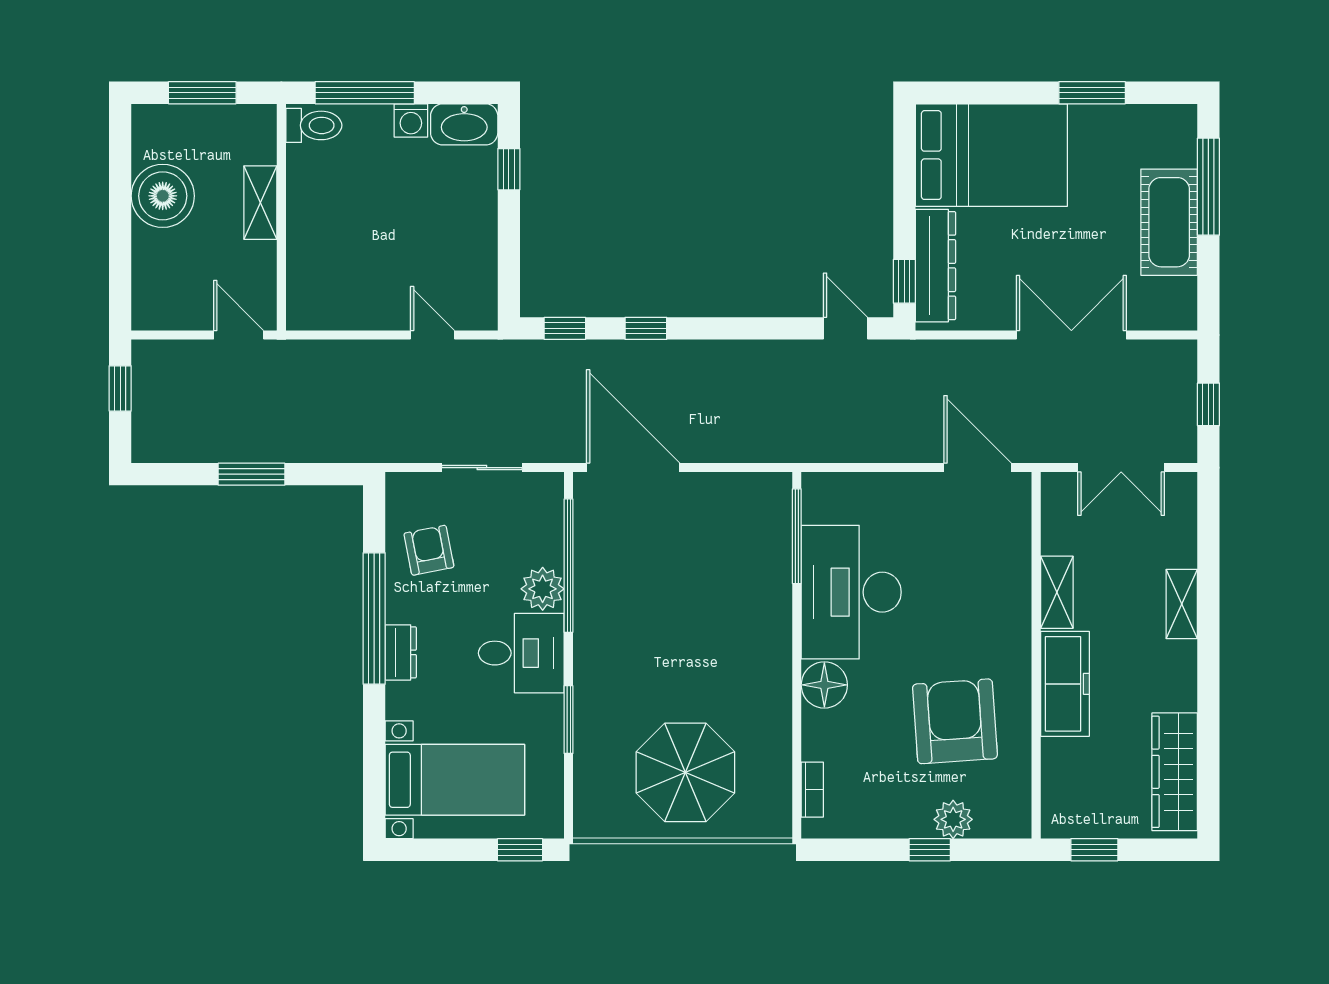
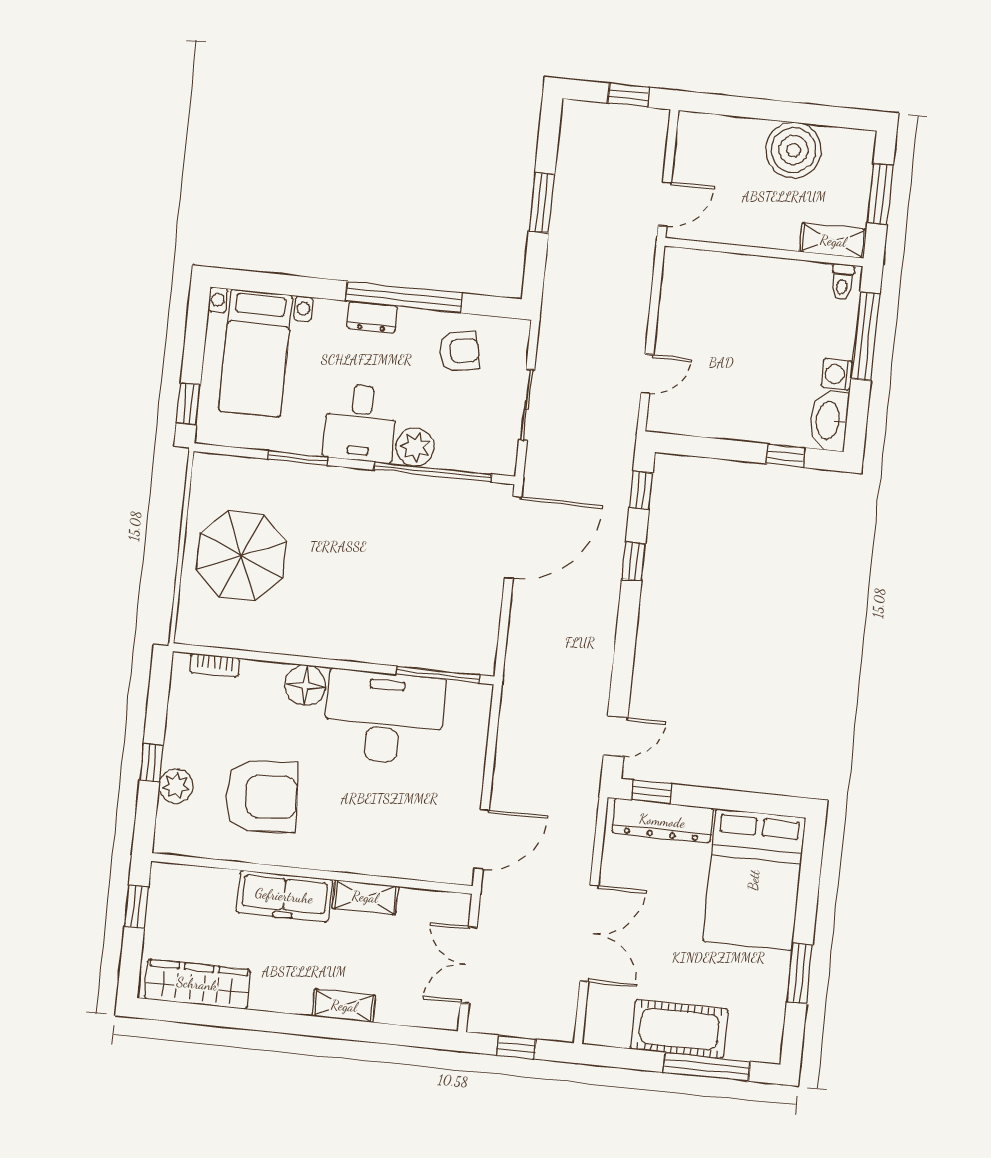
toilet: (314, 125) -> (842, 282), width x0.73, depth x0.72
shelving: (260, 203) -> (833, 241), moved

